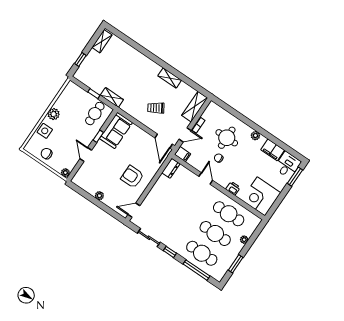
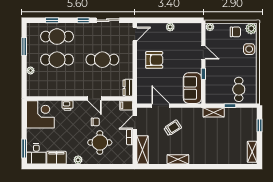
plant: (54, 114) -> (251, 28), moved
cafe table: (95, 114) -> (239, 89), moved
door: (164, 141) -> (161, 106), moved
cafe table: (229, 214) -> (102, 60), moved
window: (197, 270) -> (52, 20), width x0.46

